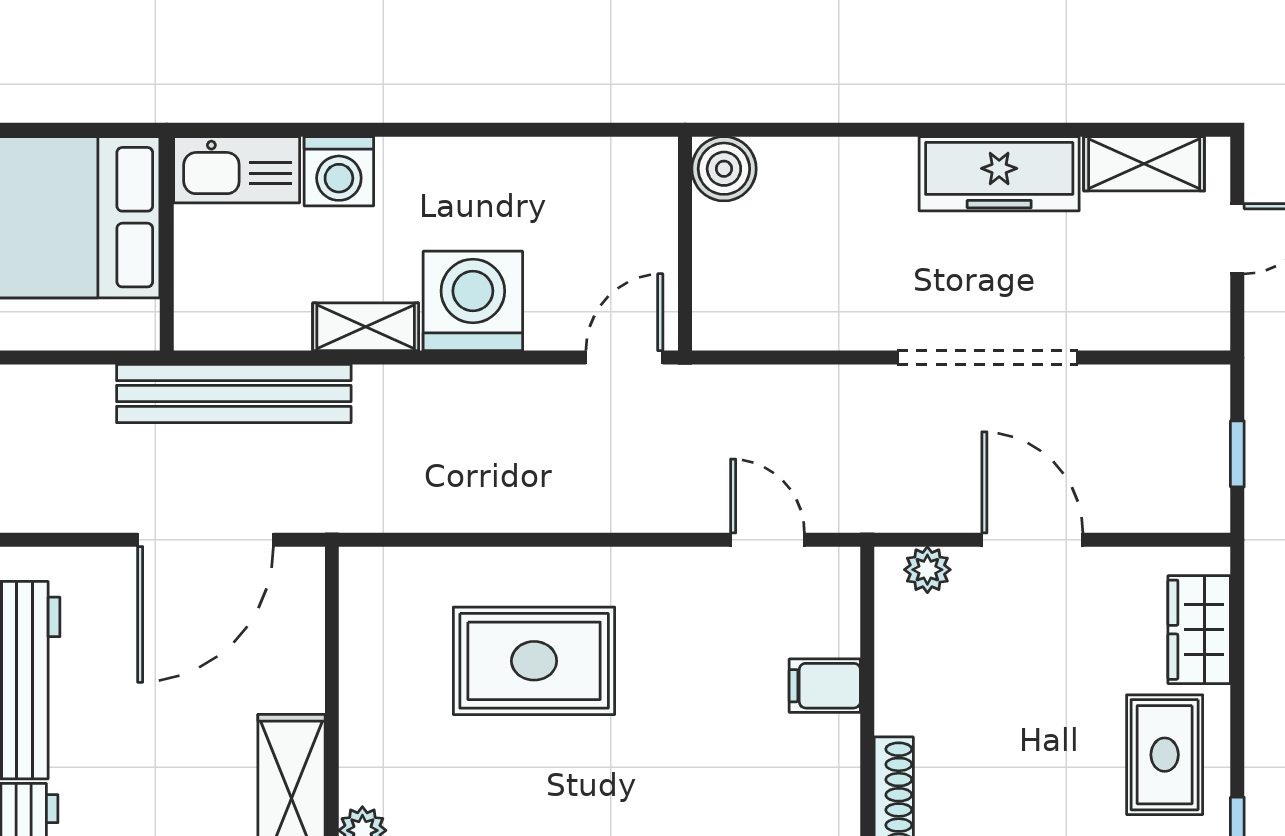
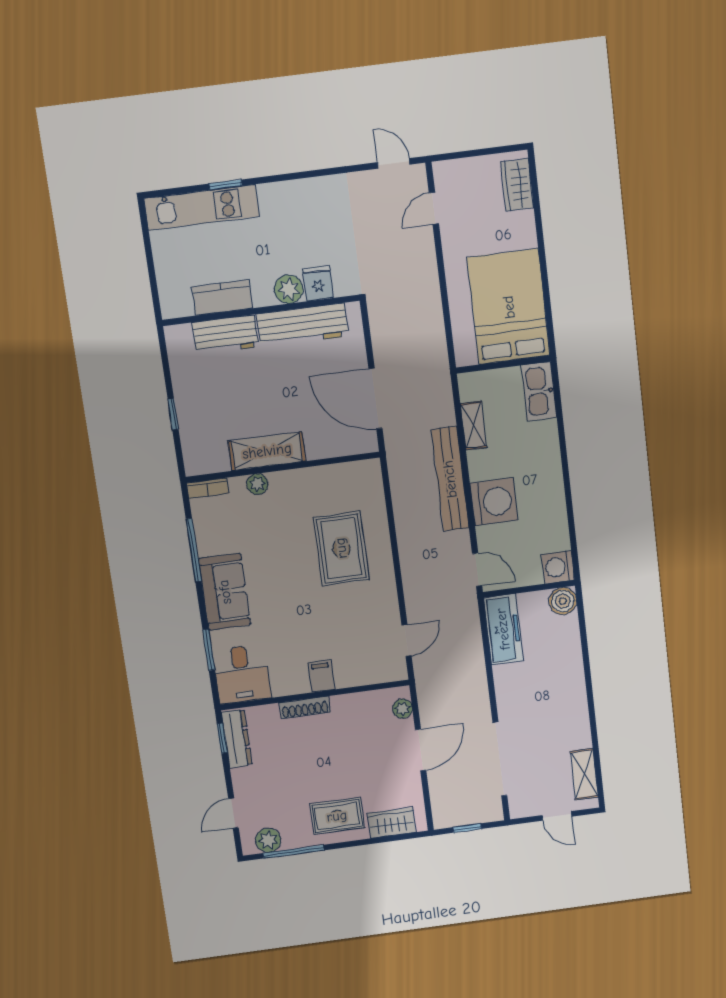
washing machine: (339, 171) -> (558, 567), moved
freezer: (999, 174) -> (503, 629), moved, turned 180
shelving: (366, 327) -> (473, 426), moved
doorway: (987, 357) -> (500, 759), moved
bench: (234, 393) -> (450, 479), moved
filing cabinet: (825, 686) -> (321, 676), moved

